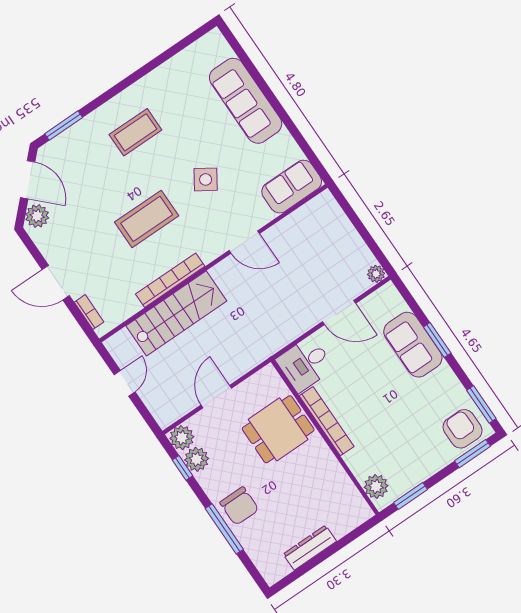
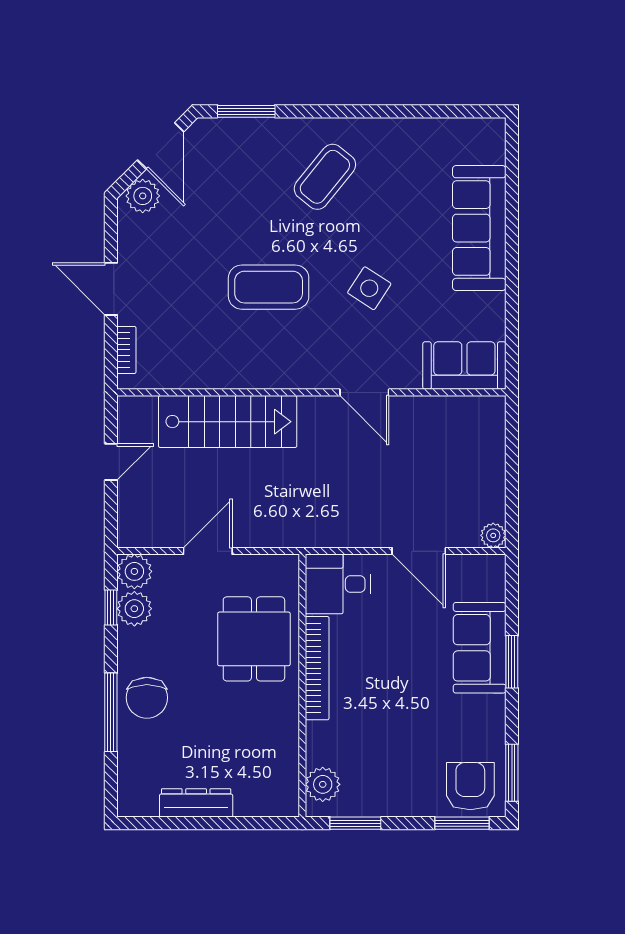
coffee table: (135, 132) -> (325, 177), turned -51
bookcase: (170, 280) -> (247, 378), removed
dining table: (278, 429) -> (254, 639), turned 90

